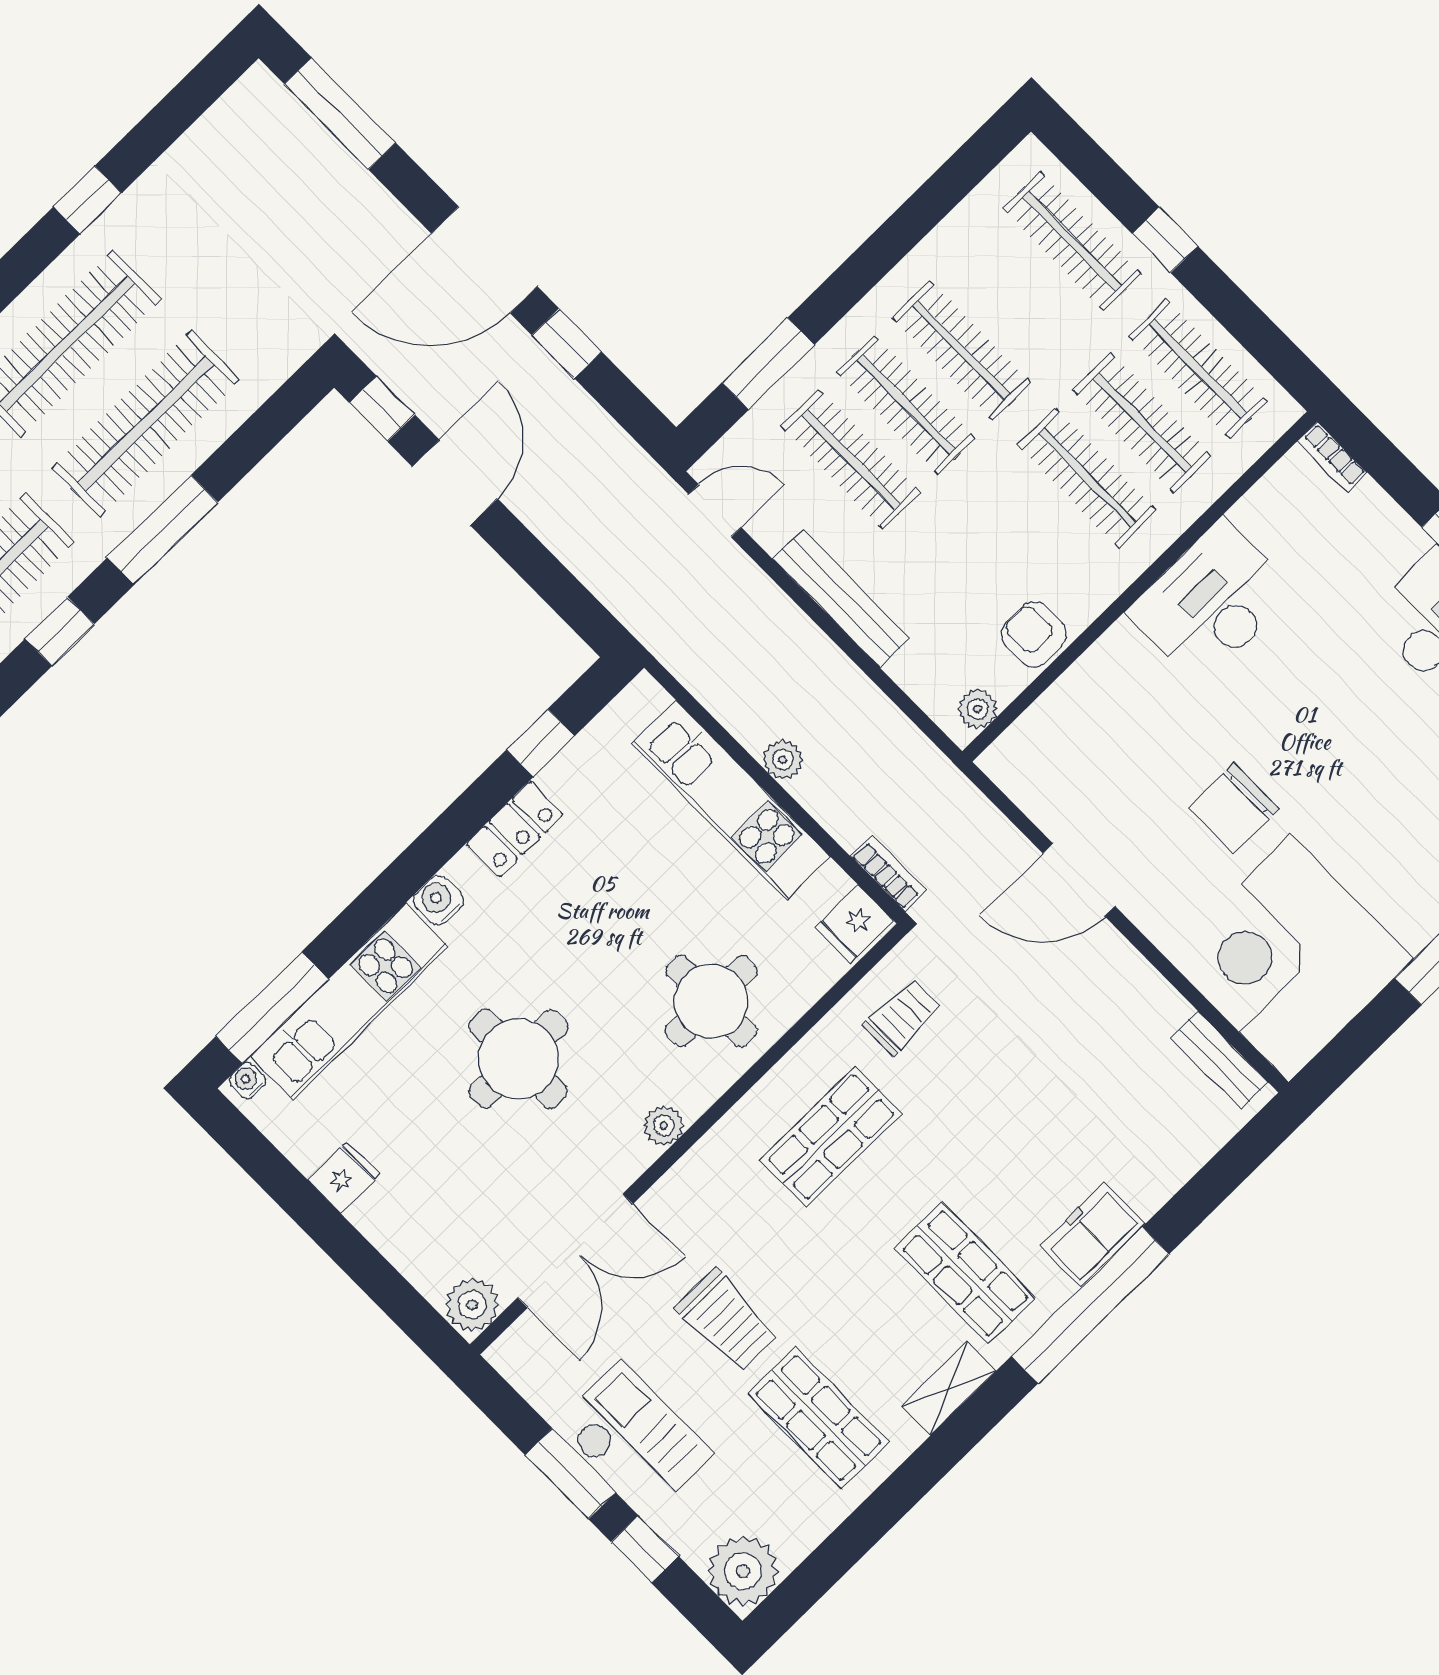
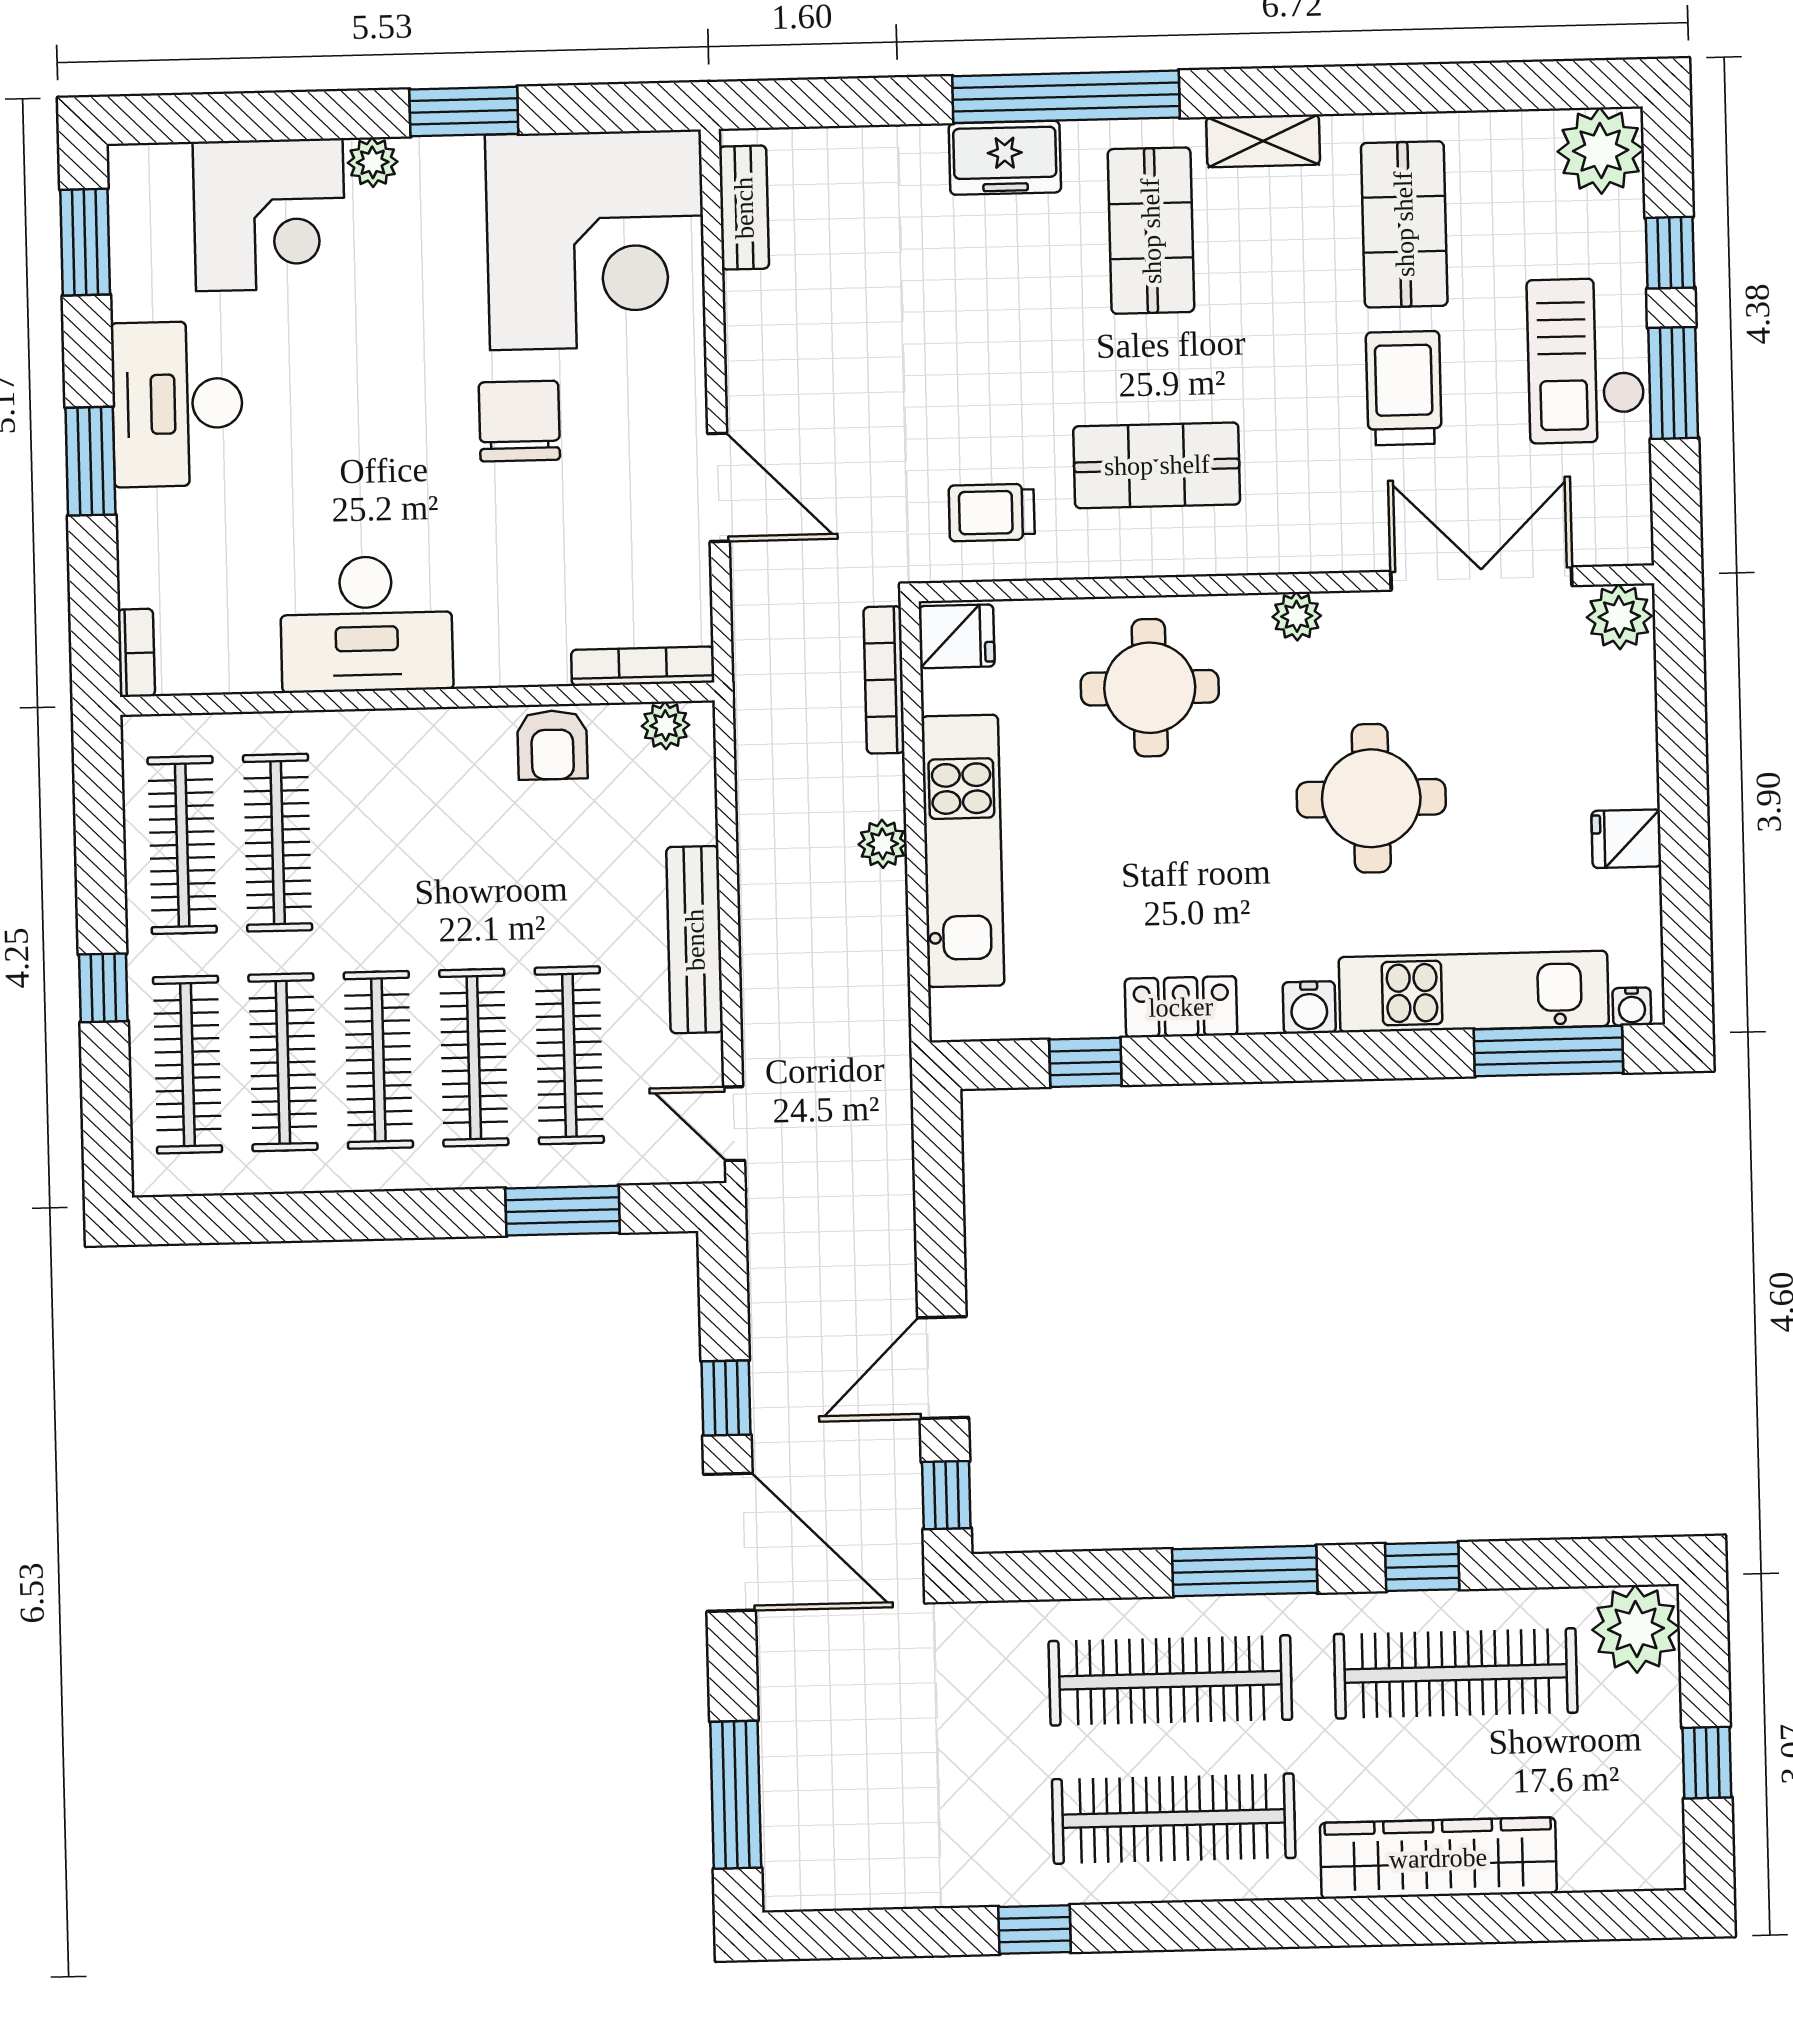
clothes rail: (1087, 478) -> (283, 1062), moved
bookcase: (1024, 731) -> (643, 666), added
chair: (1234, 808) -> (519, 421), turned -90
bookcase: (888, 873) -> (884, 680), width x1.56

